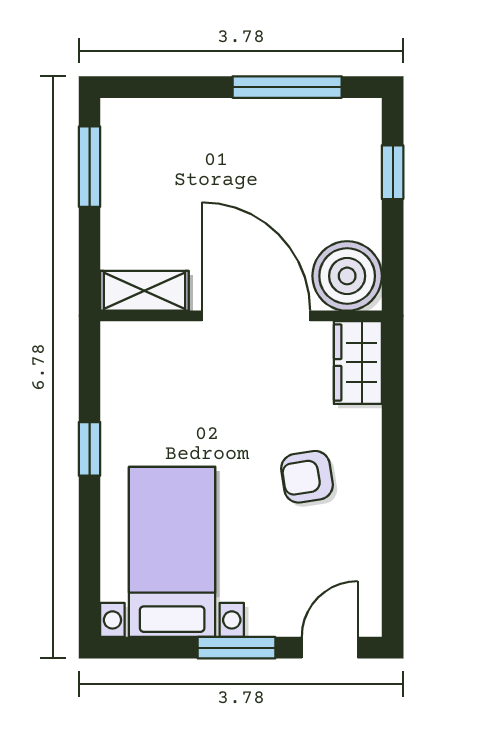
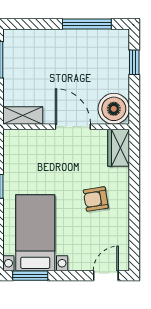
door: (256, 316) -> (73, 127), width x0.73
window: (237, 648) -> (30, 276), moved

